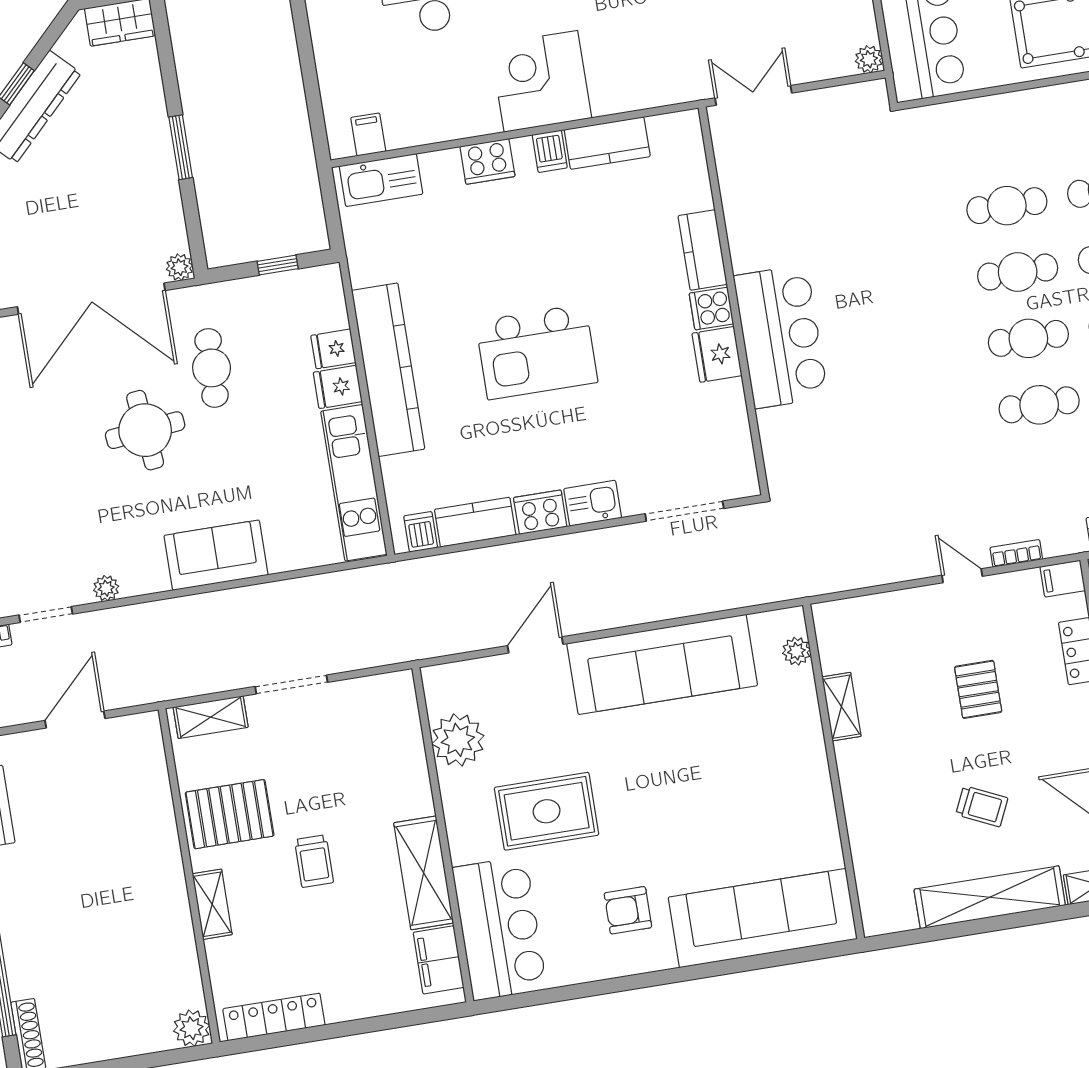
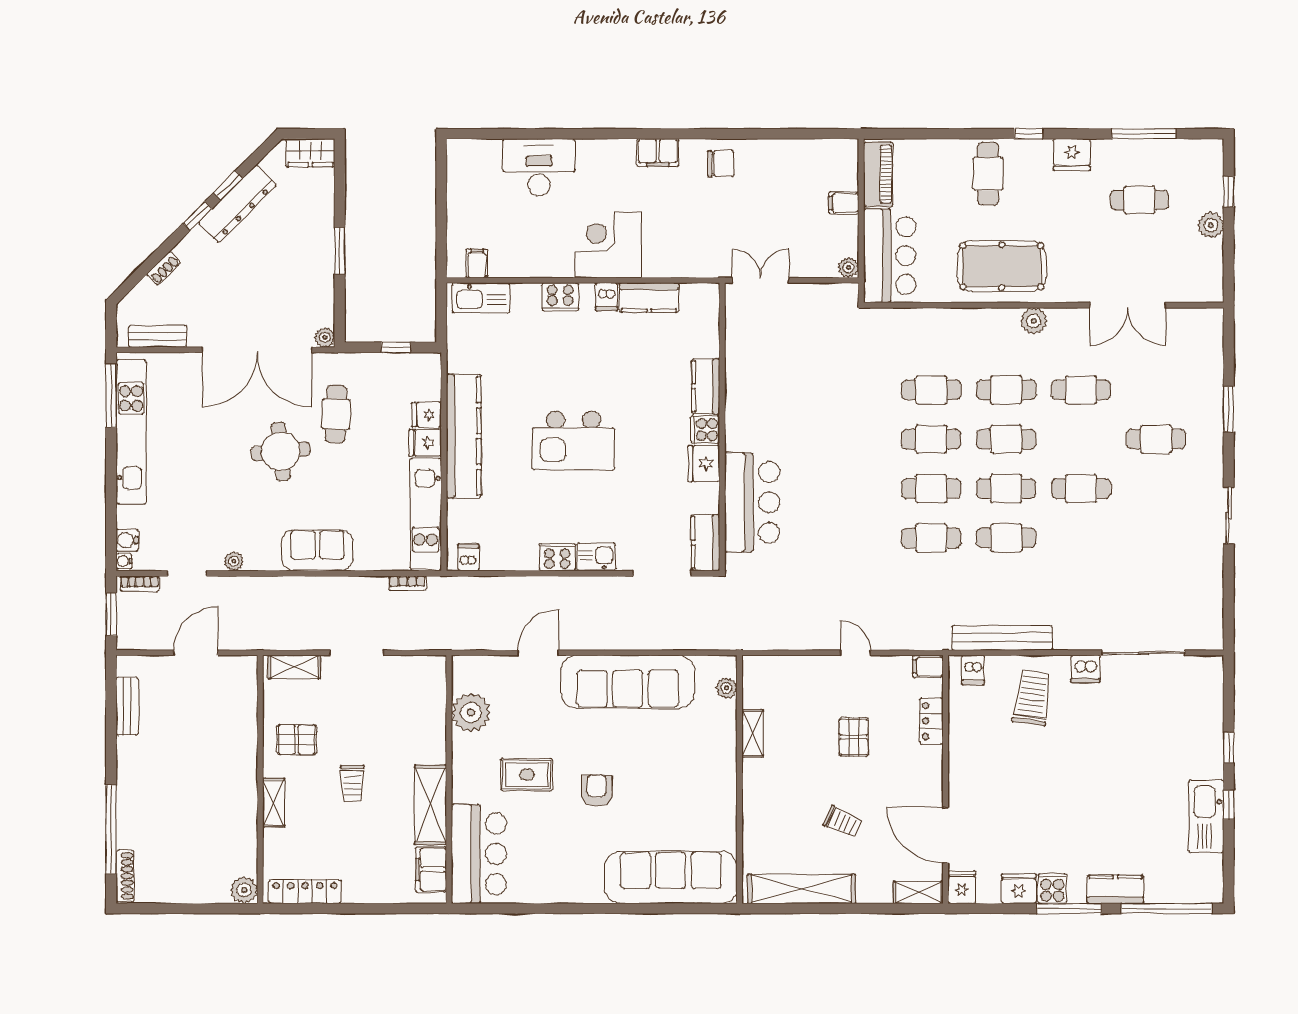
bar counter: (781, 337) -> (752, 502), moved
kitchen counter: (475, 522) -> (705, 543), moved, turned -90
bookcase: (1016, 553) -> (407, 583), moved, turned 180
rug: (547, 811) -> (527, 775), width x0.73, depth x0.70
pallet: (230, 814) -> (297, 739), width x0.67, depth x0.71
shelving: (990, 897) -> (802, 889), moved
armchair: (628, 910) -> (597, 790), moved, turned 90

